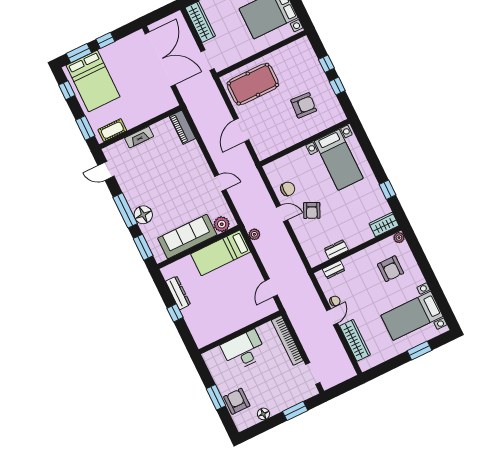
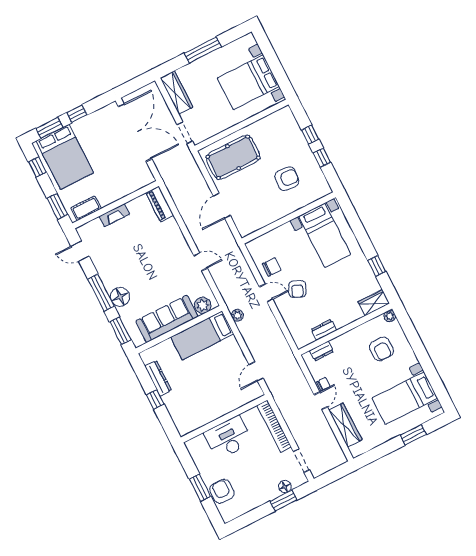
floor lamp: (263, 414) -> (285, 487), moved

